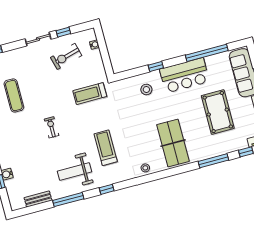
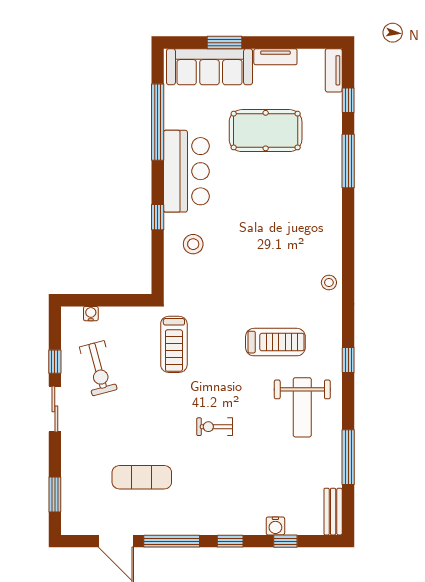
table tennis table: (173, 143) -> (299, 223), removed
treadmill: (106, 148) -> (275, 342), turned 180
bench: (38, 199) -> (333, 512), moved
window: (68, 200) -> (348, 457), moved

